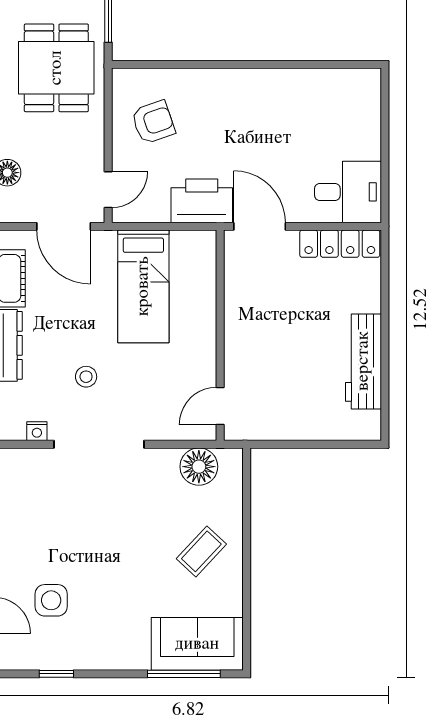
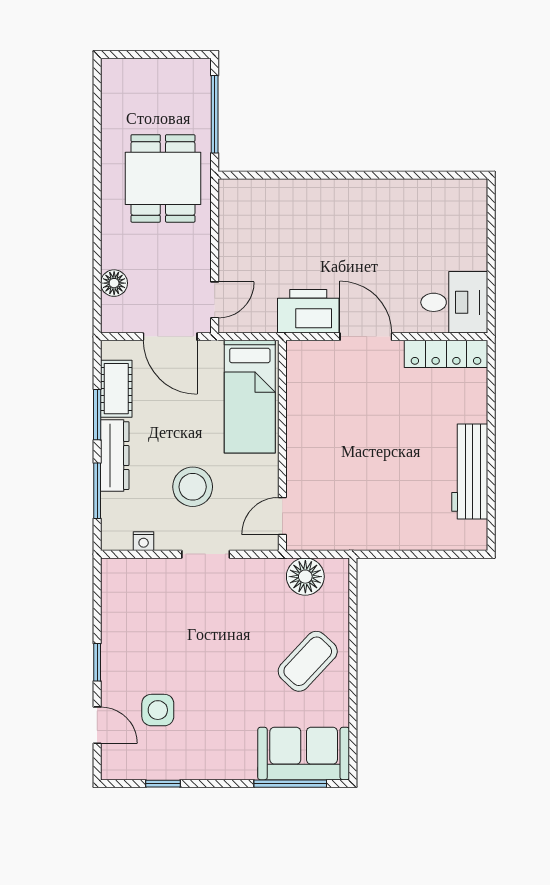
armchair: (153, 122) -> (260, 233), removed
wall: (220, 335) -> (282, 445), moved
stool: (86, 377) -> (193, 487), width x1.89, depth x1.89
door: (220, 406) -> (282, 516), moved
doorway: (99, 444) -> (206, 554), width x0.53
coffee table: (201, 551) -> (308, 661), width x1.36, depth x1.30

